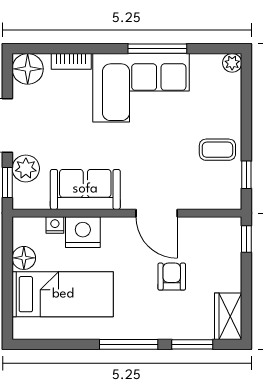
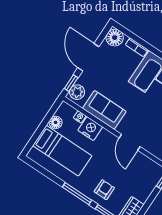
plant: (26, 168) -> (77, 92), moved
armchair: (172, 277) -> (104, 190), moved

